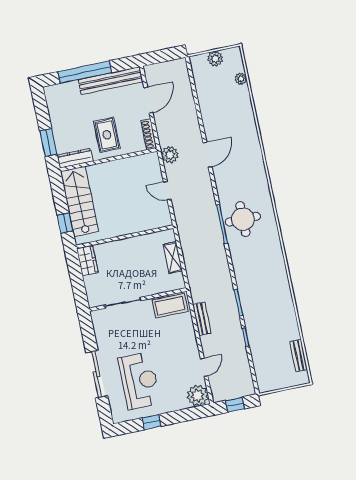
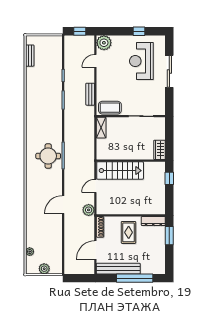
door: (167, 191) -> (95, 186), swing flipped
stairs: (80, 201) -> (120, 171), moved, turned -90
shelving: (173, 258) -> (101, 128), moved

